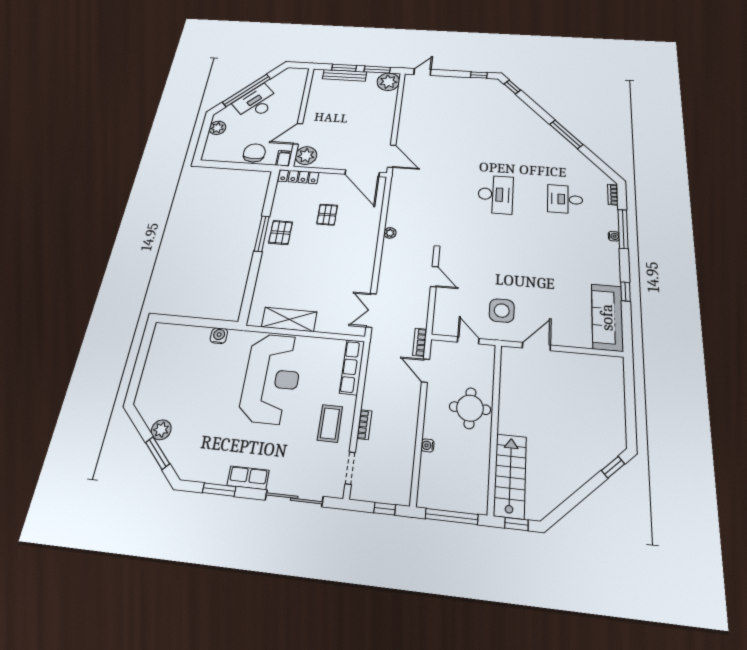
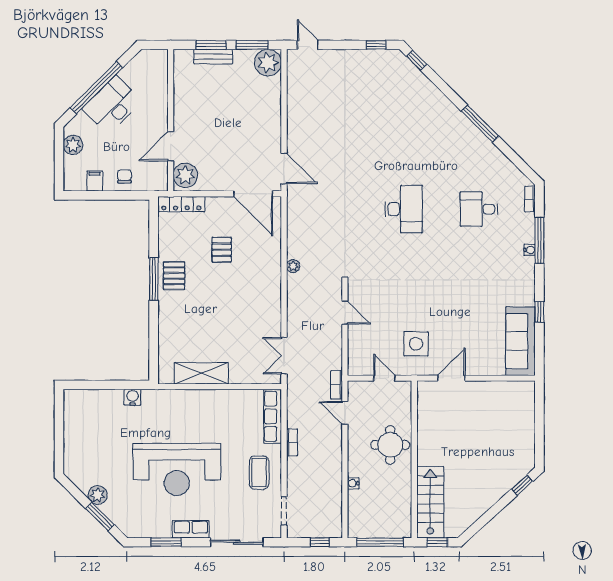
door: (422, 72) -> (308, 45), hinge flipped
bench: (345, 75) -> (213, 57), width x0.73
chair: (254, 153) -> (124, 176), width x0.54, depth x0.54
filing cabinet: (284, 158) -> (95, 181), moved
reception desk: (272, 378) -> (177, 469), moved, turned 90
bookcase: (364, 425) -> (292, 442), moved

